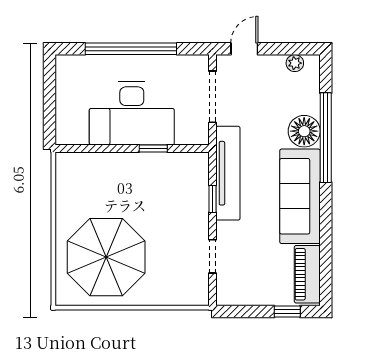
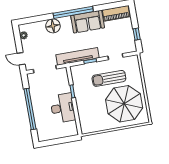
desk: (132, 113) -> (63, 108), width x0.73, depth x0.77
window: (326, 138) -> (73, 12), moved
sofa: (300, 196) -> (88, 22), width x0.73
sun lounger: (167, 234) -> (109, 78), added
window: (287, 312) -> (137, 34), moved

